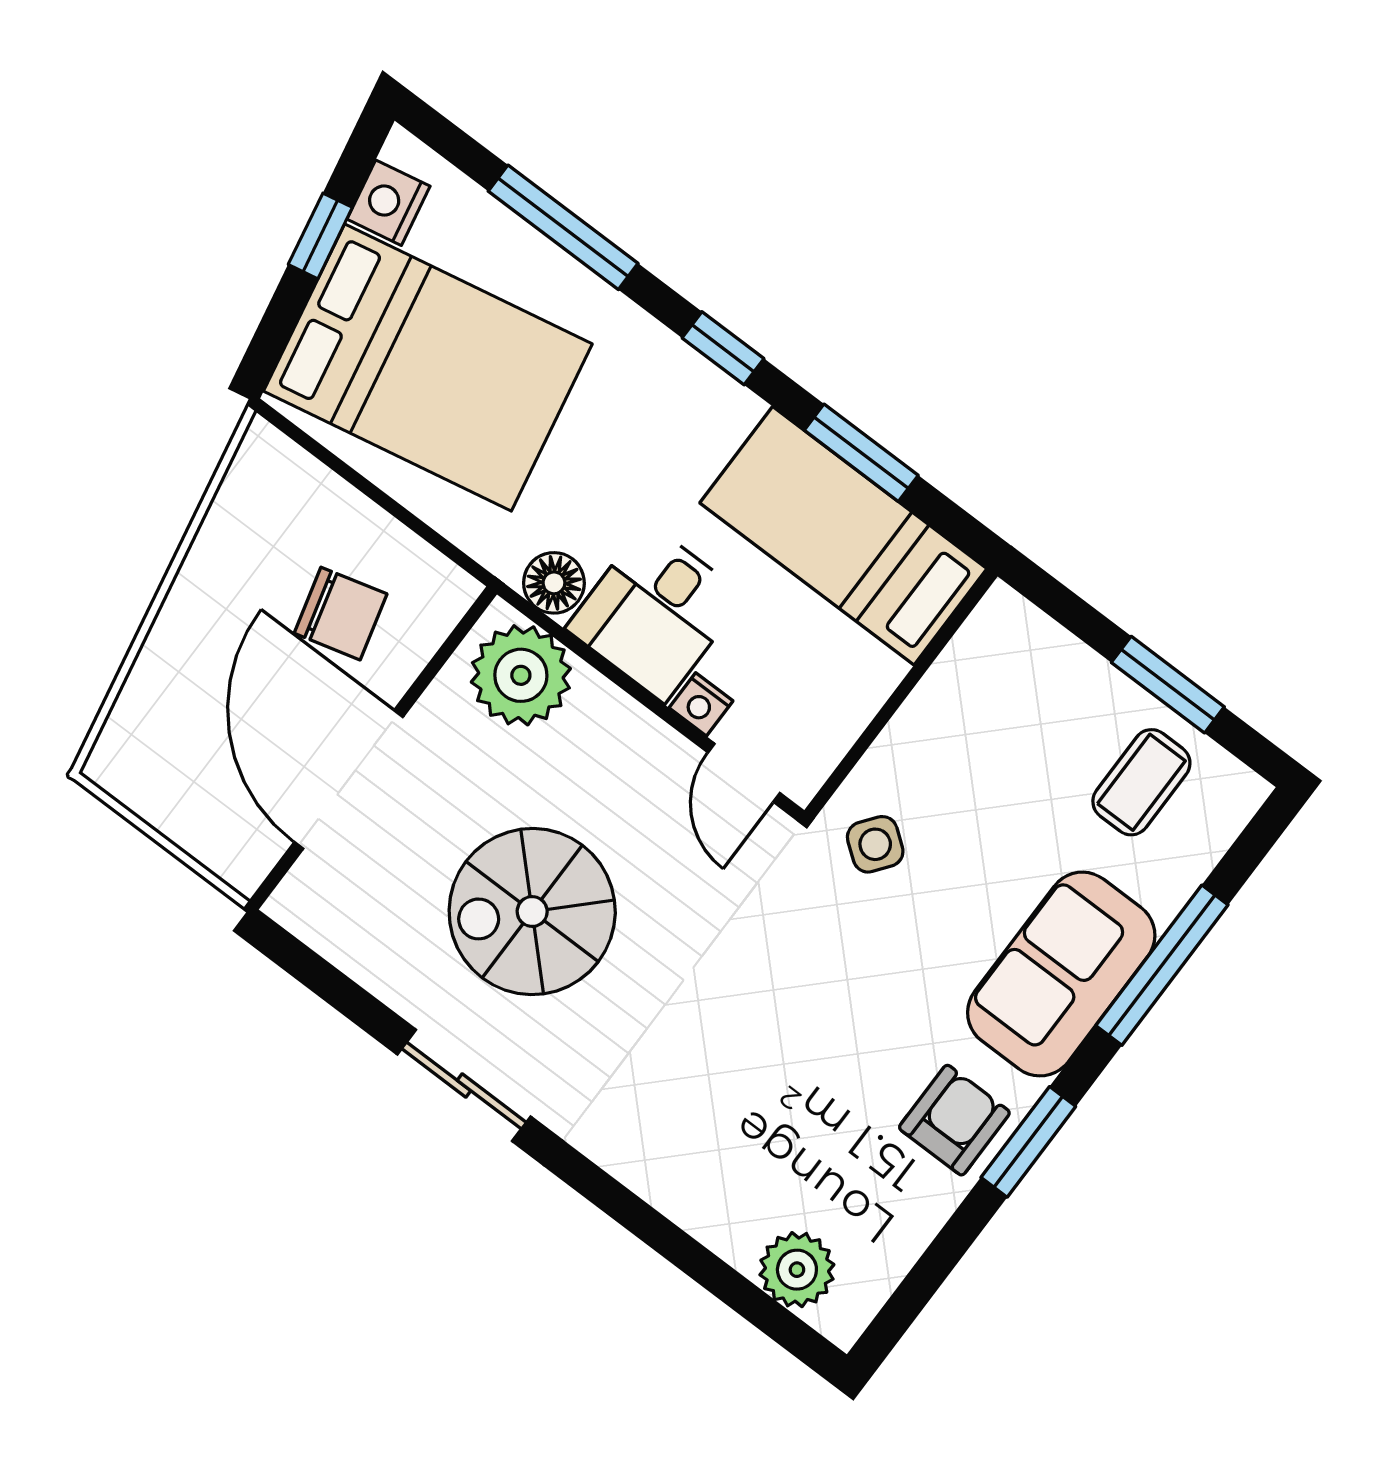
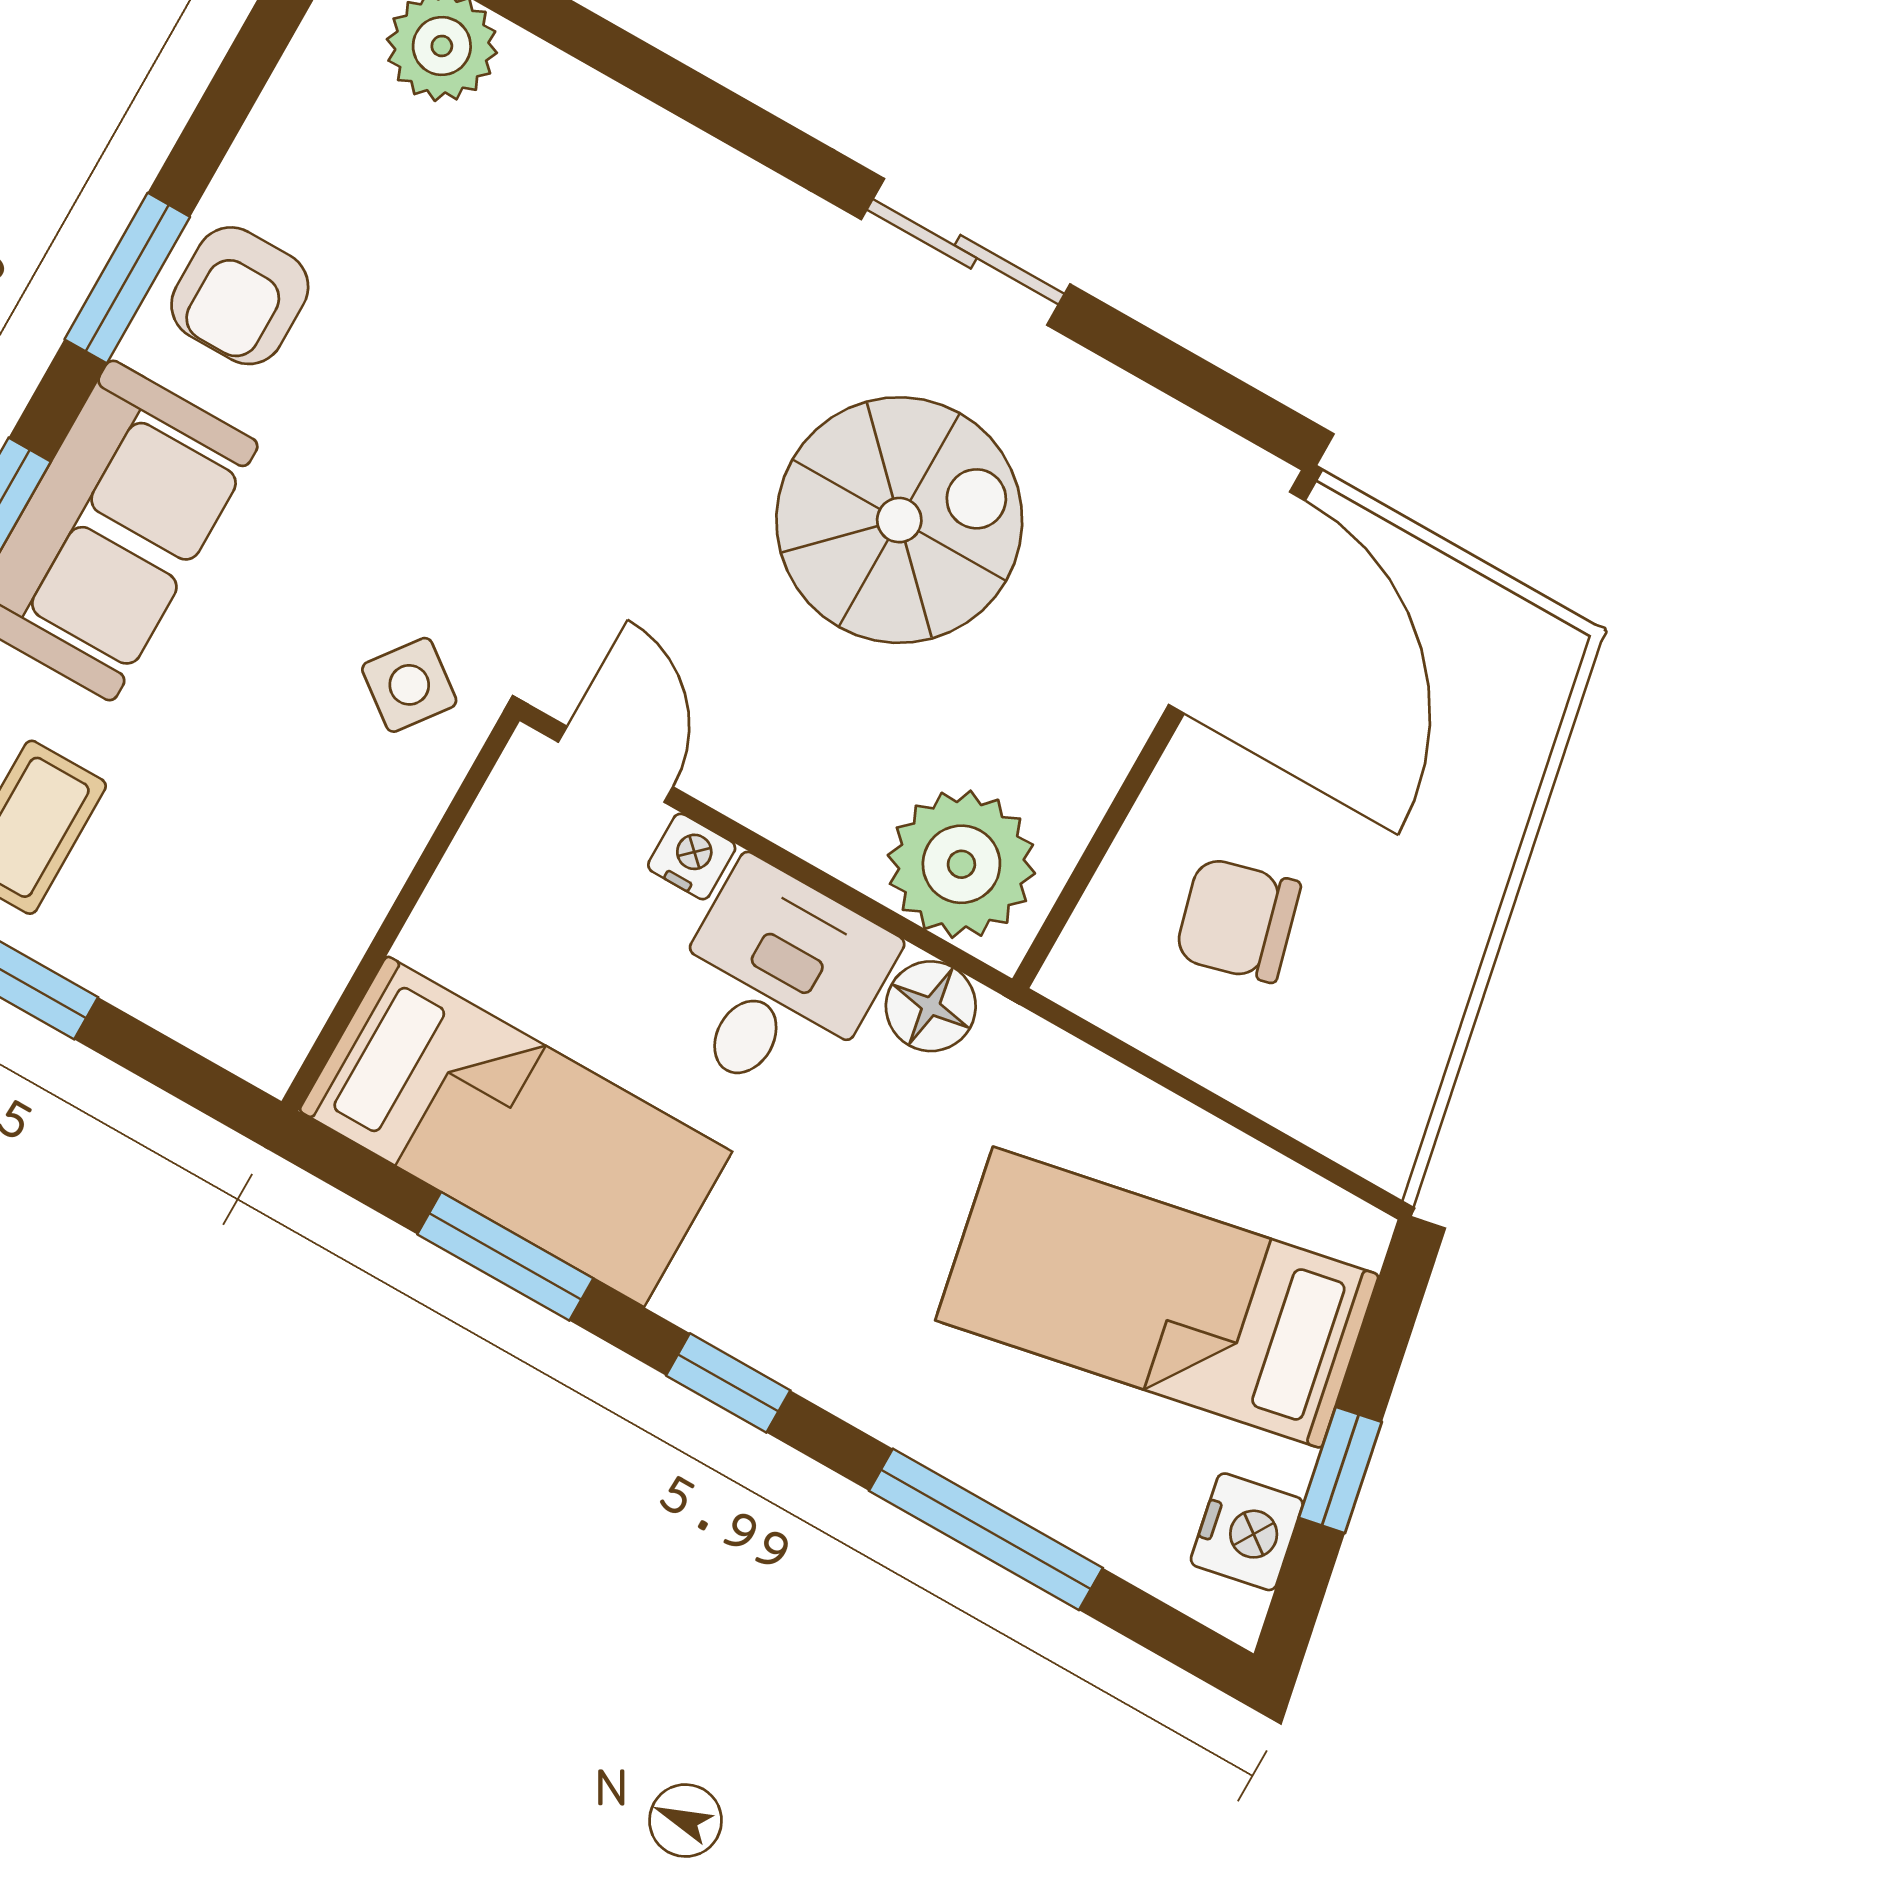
bed: (428, 368) -> (1157, 1298), width x0.67
door: (349, 780) -> (1237, 603), moved

